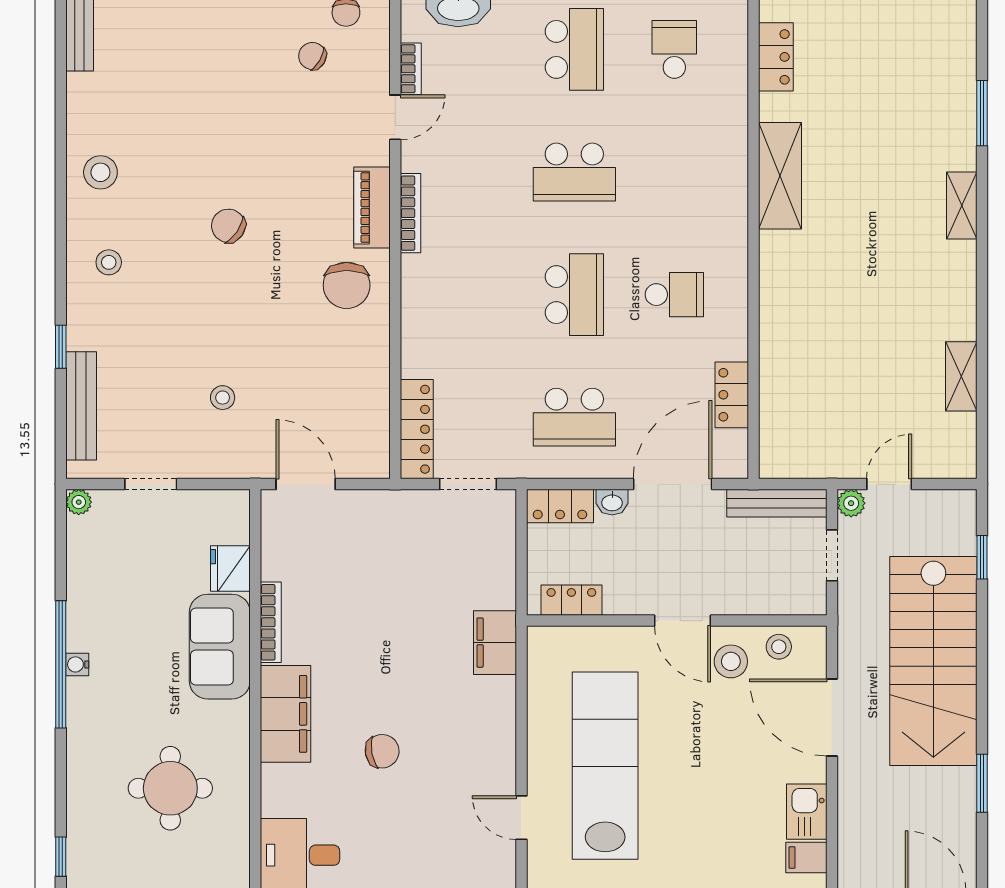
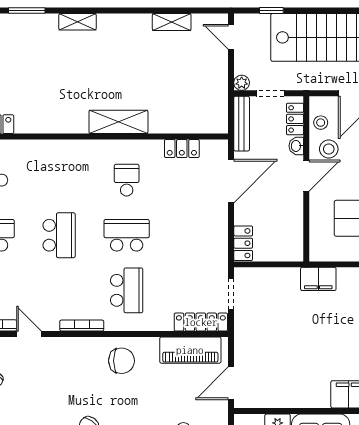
shelving: (780, 176) -> (118, 122), moved
piano: (372, 208) -> (190, 350), moved, width x1.37, depth x1.33
school desk: (574, 417) -> (127, 290), moved
door: (673, 484) -> (231, 181), swing flipped
door: (889, 484) -> (231, 37), moved
washbasin: (612, 502) -> (296, 146), moved, turned 180
locker: (571, 600) -> (295, 119), moved
bookcase: (271, 622) -> (307, 403), removed

